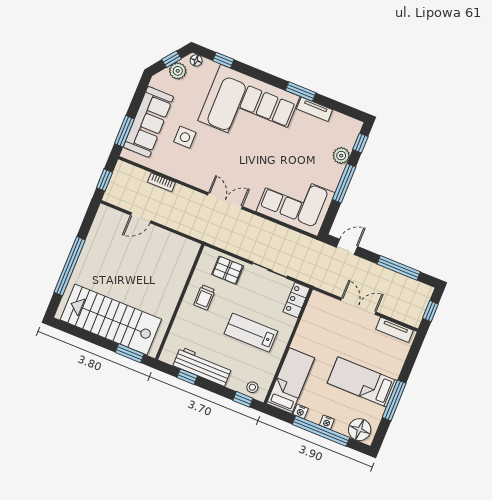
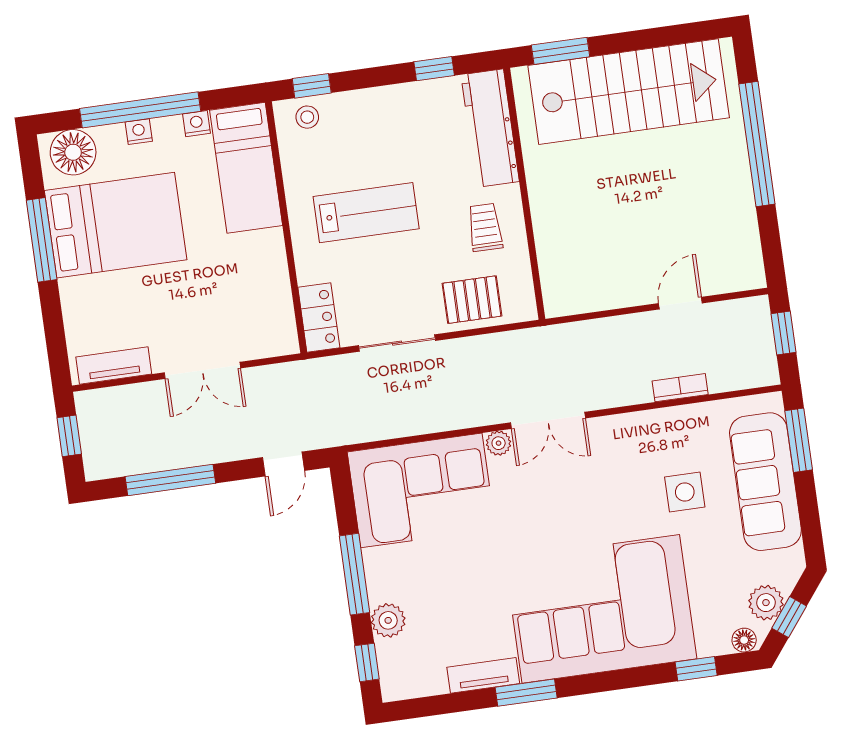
plant: (251, 203) -> (499, 443), added
workbench: (203, 367) -> (490, 128), moved, turned 90
bed: (362, 382) -> (116, 225), width x1.50

